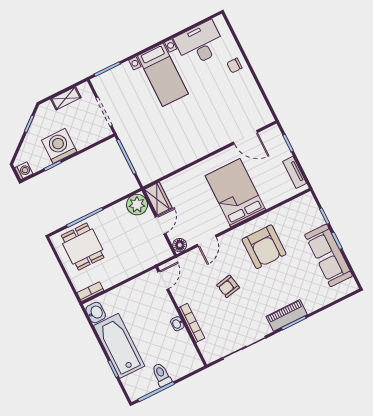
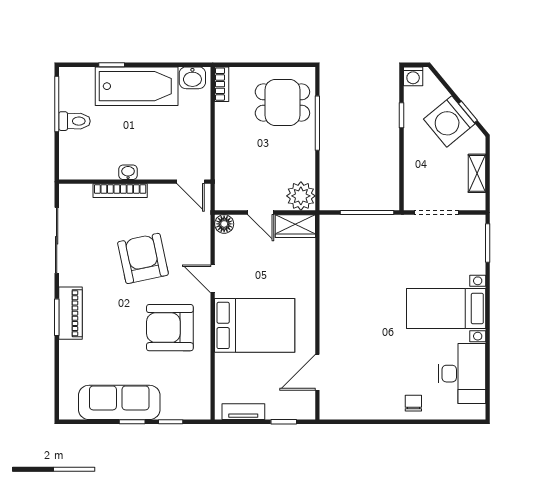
washing machine: (59, 146) -> (449, 121), moved, turned 140
door: (207, 241) -> (213, 279), moved
armchair: (228, 286) -> (143, 258), width x1.88, depth x1.88

